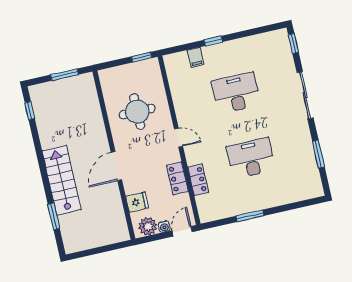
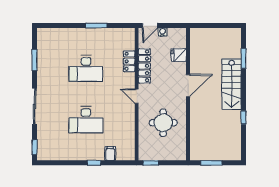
window: (30, 111) -> (244, 117), moved
locker: (177, 178) -> (144, 66), width x1.53
plant: (148, 226) -> (175, 35), removed

